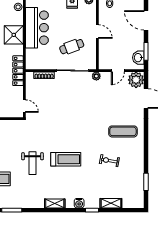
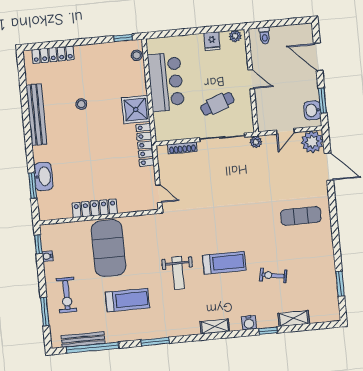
shower: (14, 35) -> (136, 110), moved
exercise bike: (109, 161) -> (273, 275), moved

